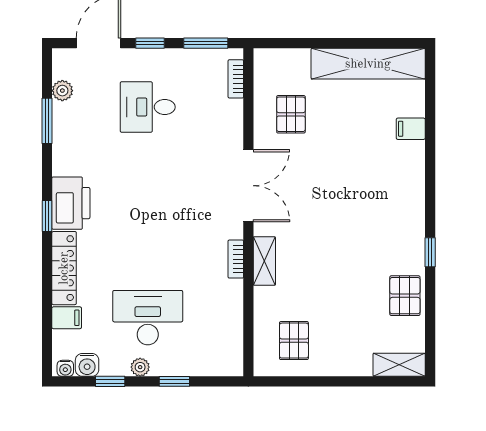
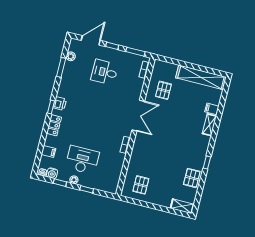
printer: (71, 203) -> (60, 103), width x0.53, depth x0.68
shelving: (264, 261) -> (209, 125), moved
locker: (64, 268) -> (54, 125), width x0.66

